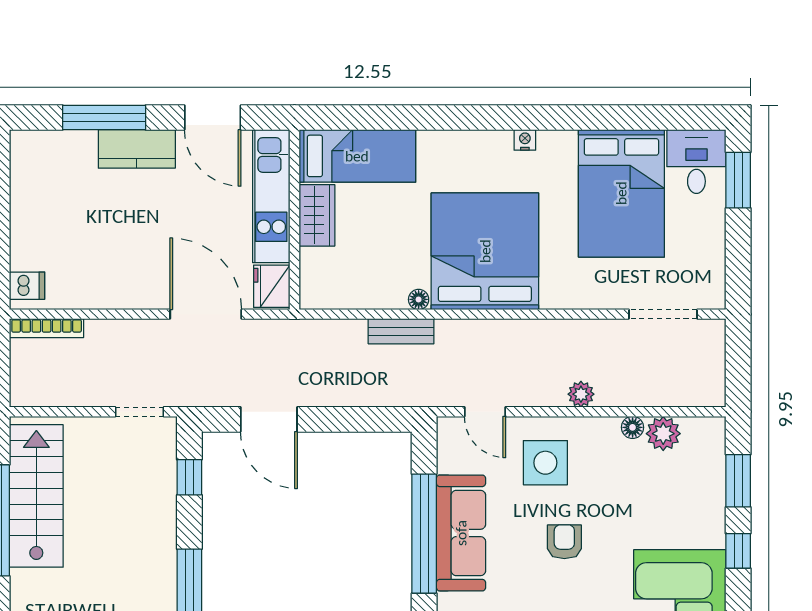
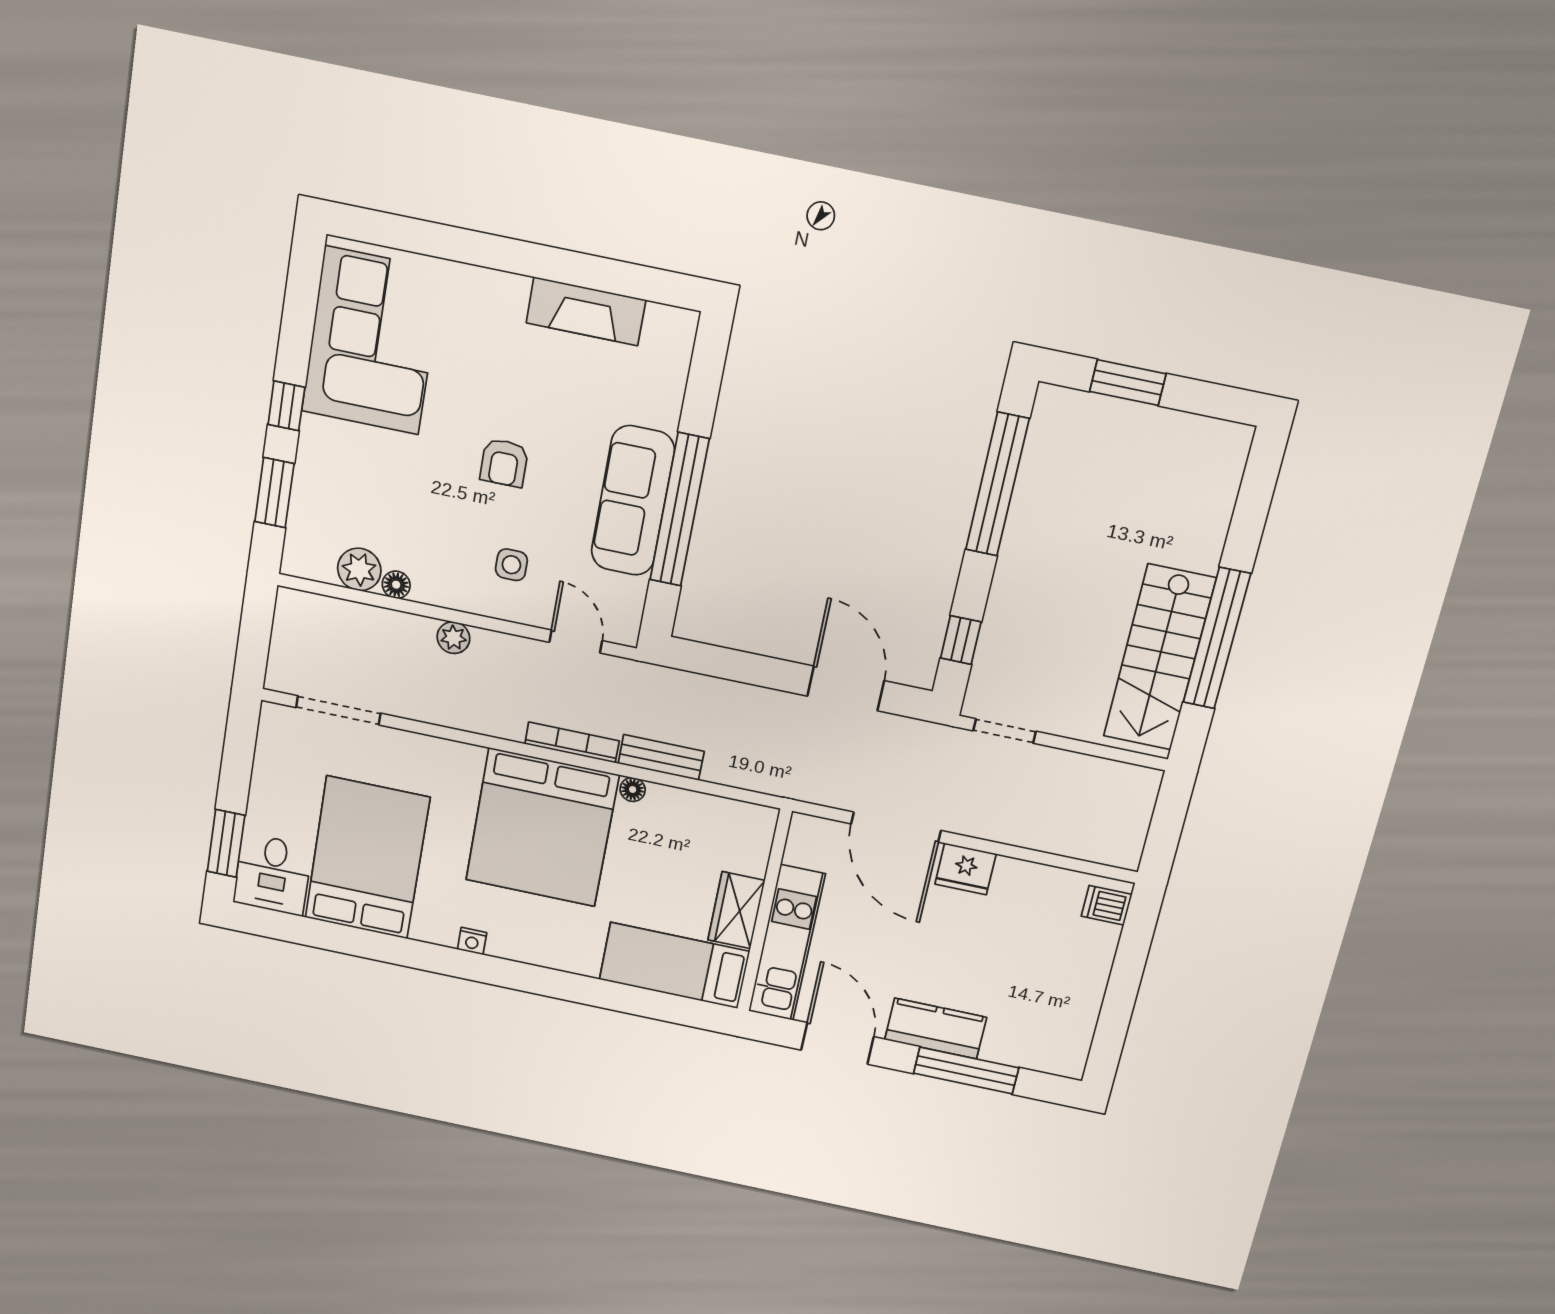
fridge: (272, 286) -> (966, 869), moved, turned 90
bookcase: (47, 328) -> (572, 742), moved
side table: (545, 463) -> (511, 565), width x0.54, depth x0.54

